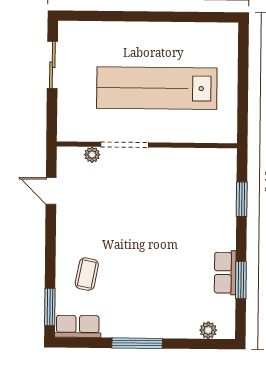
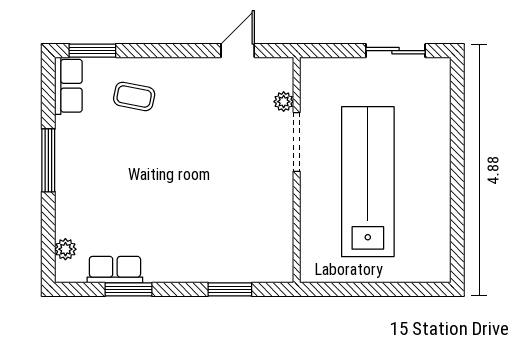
row of seats: (225, 273) -> (115, 270), moved

